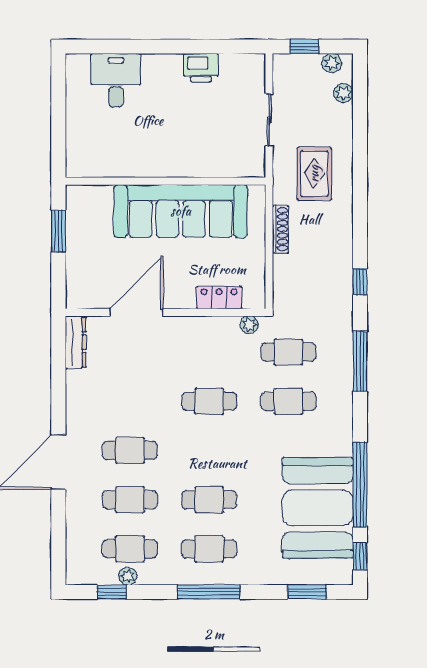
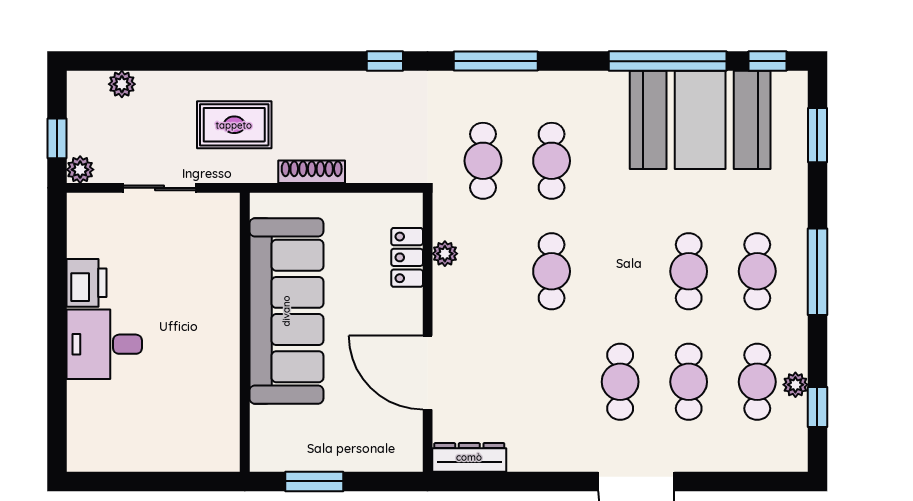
plant: (332, 63) -> (80, 170), moved
desk: (116, 80) -> (104, 344), moved
plant: (249, 325) -> (445, 254), moved

